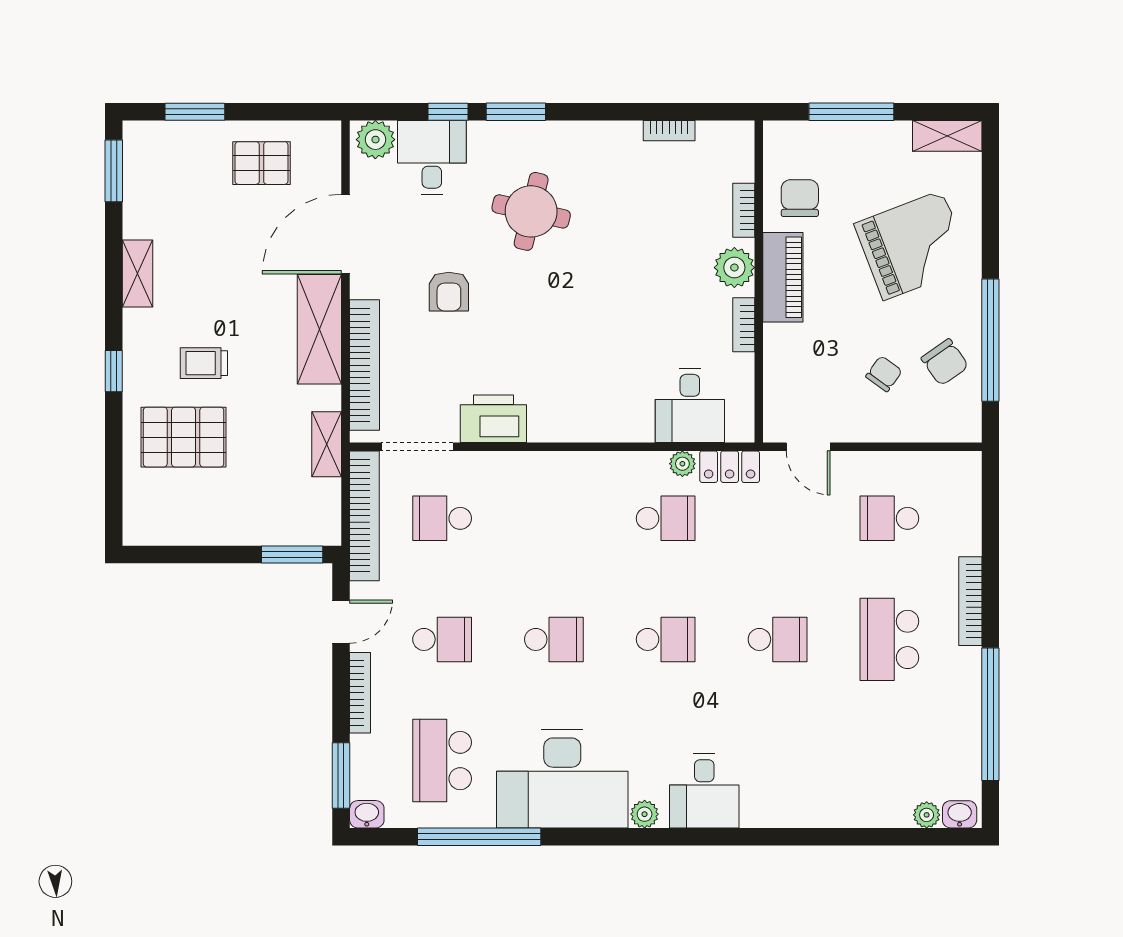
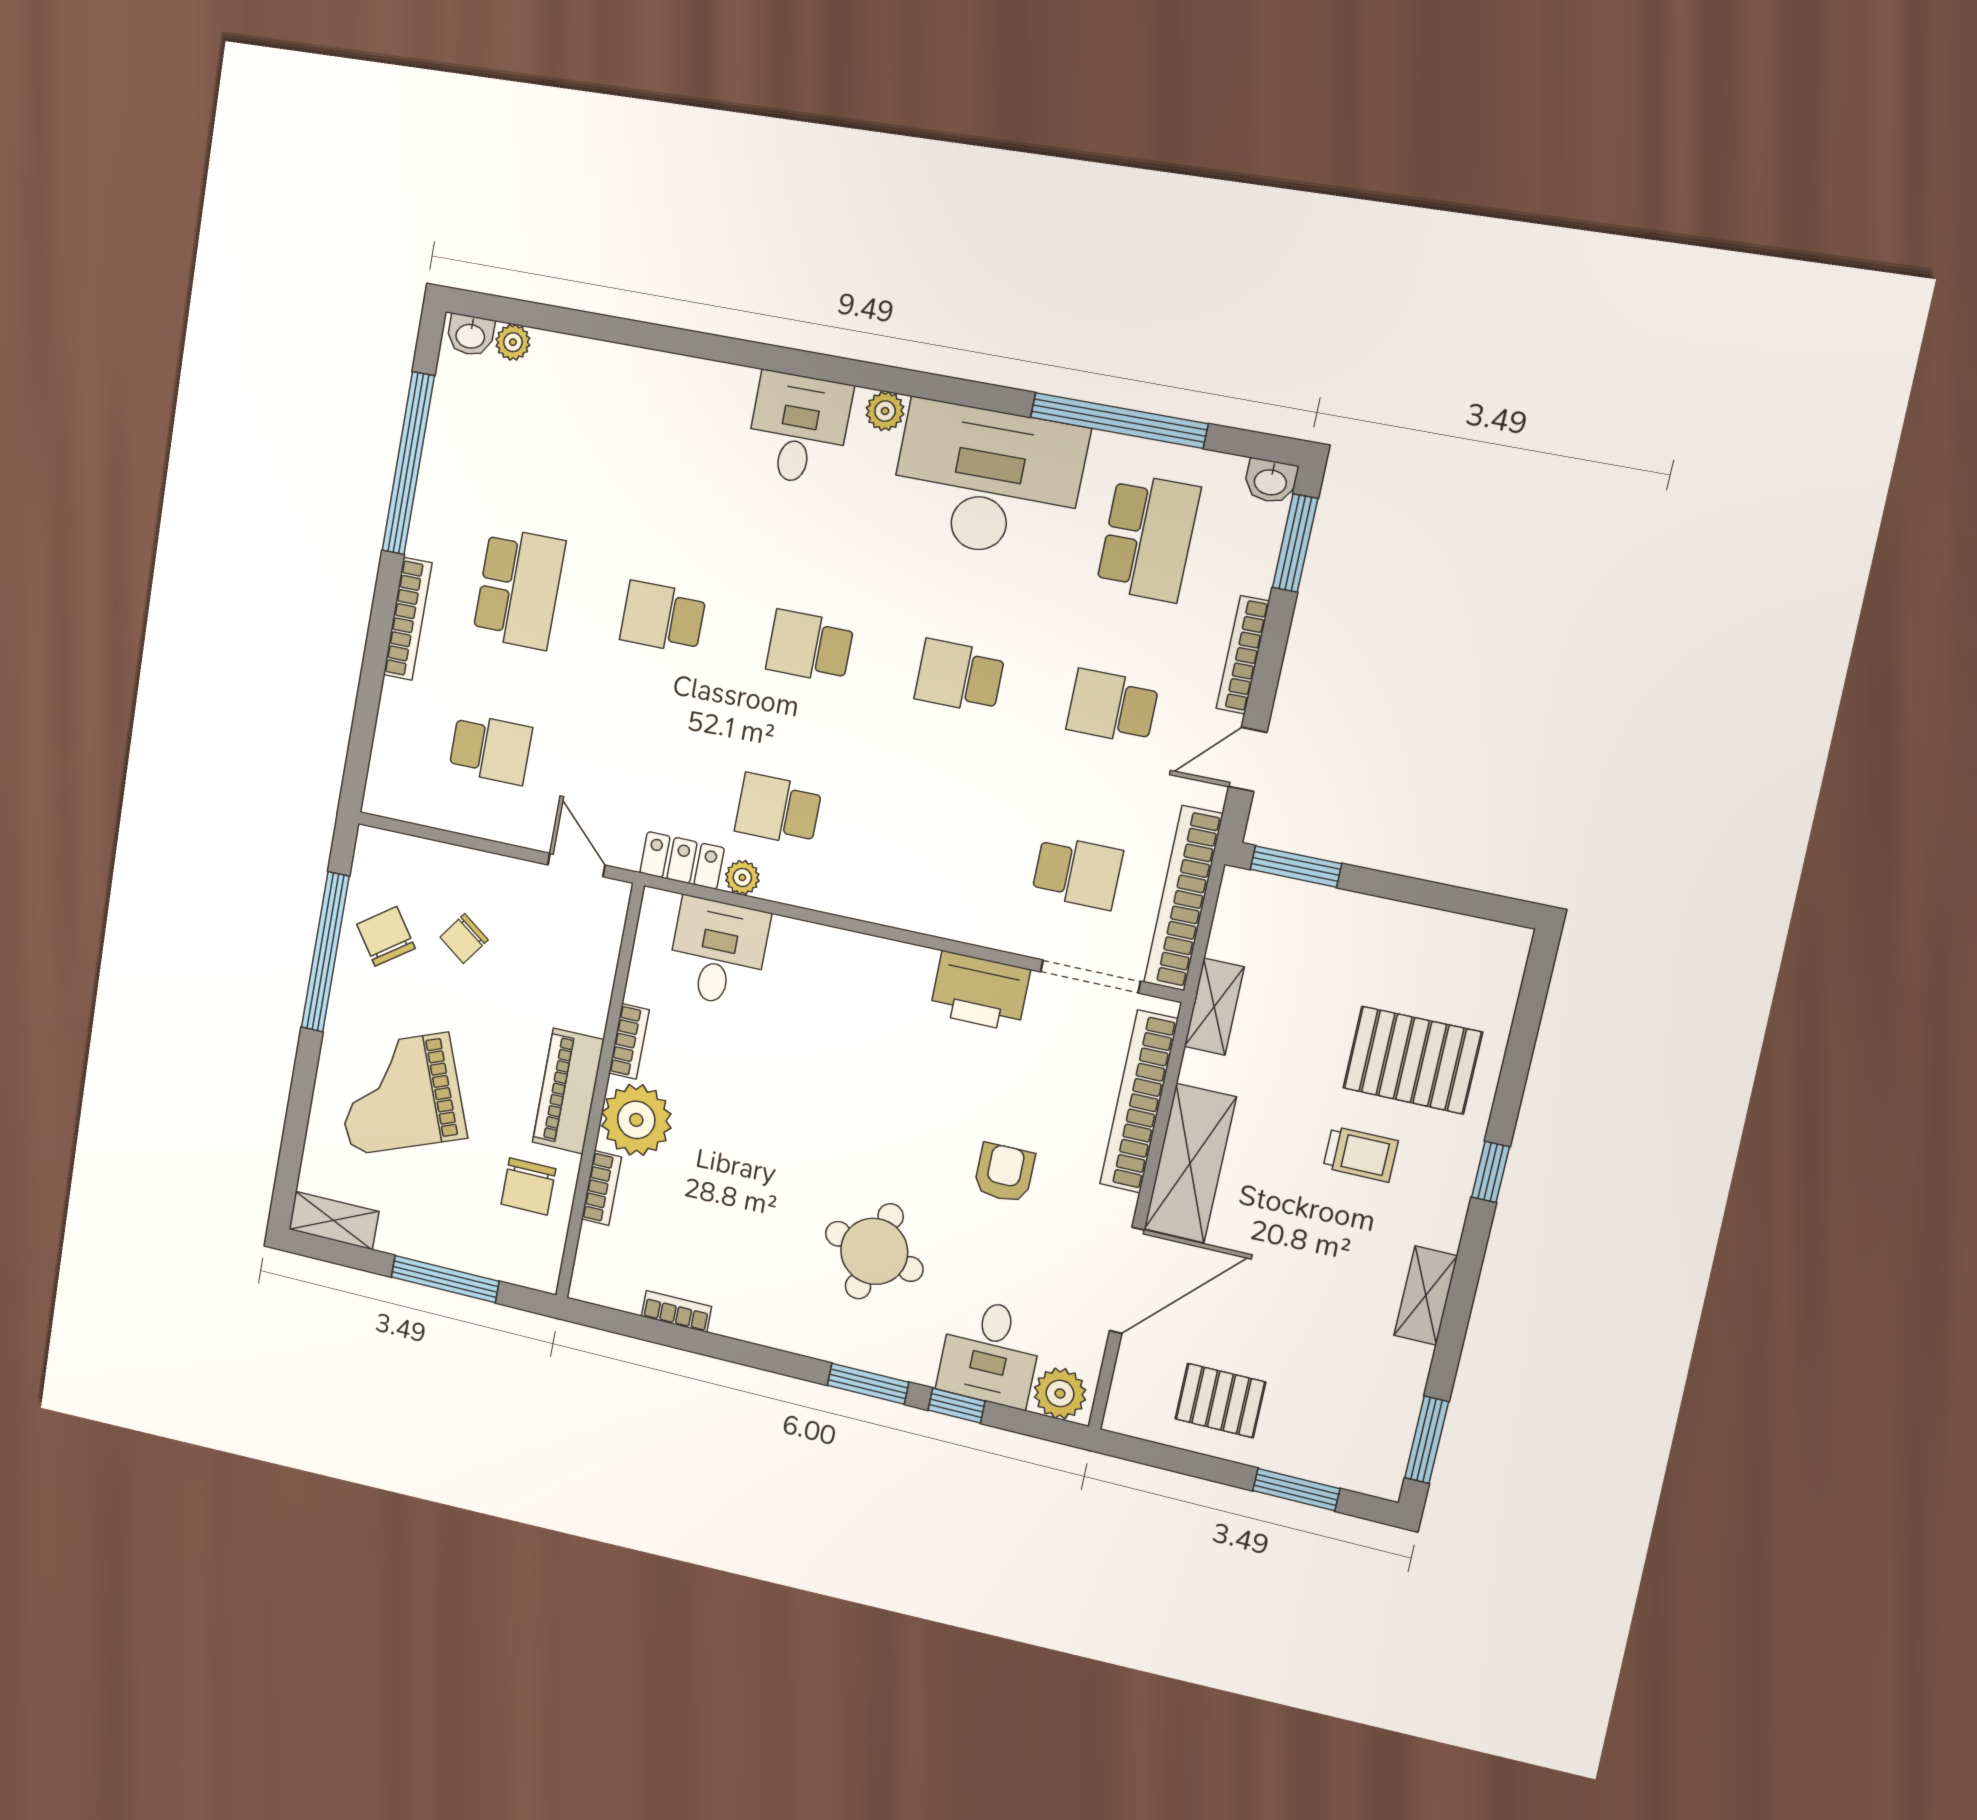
plant: (734, 268) -> (636, 1120), width x1.36, depth x1.36

